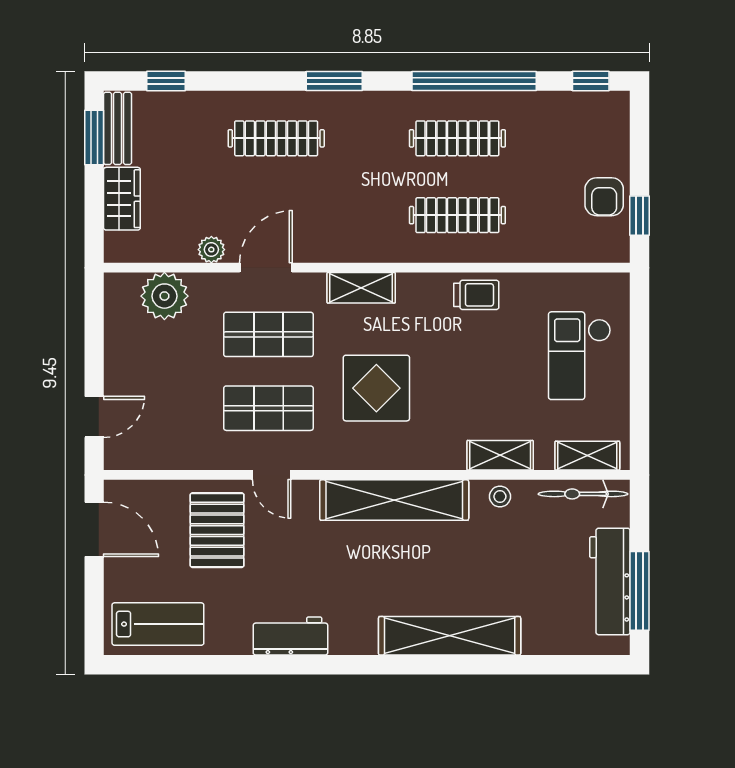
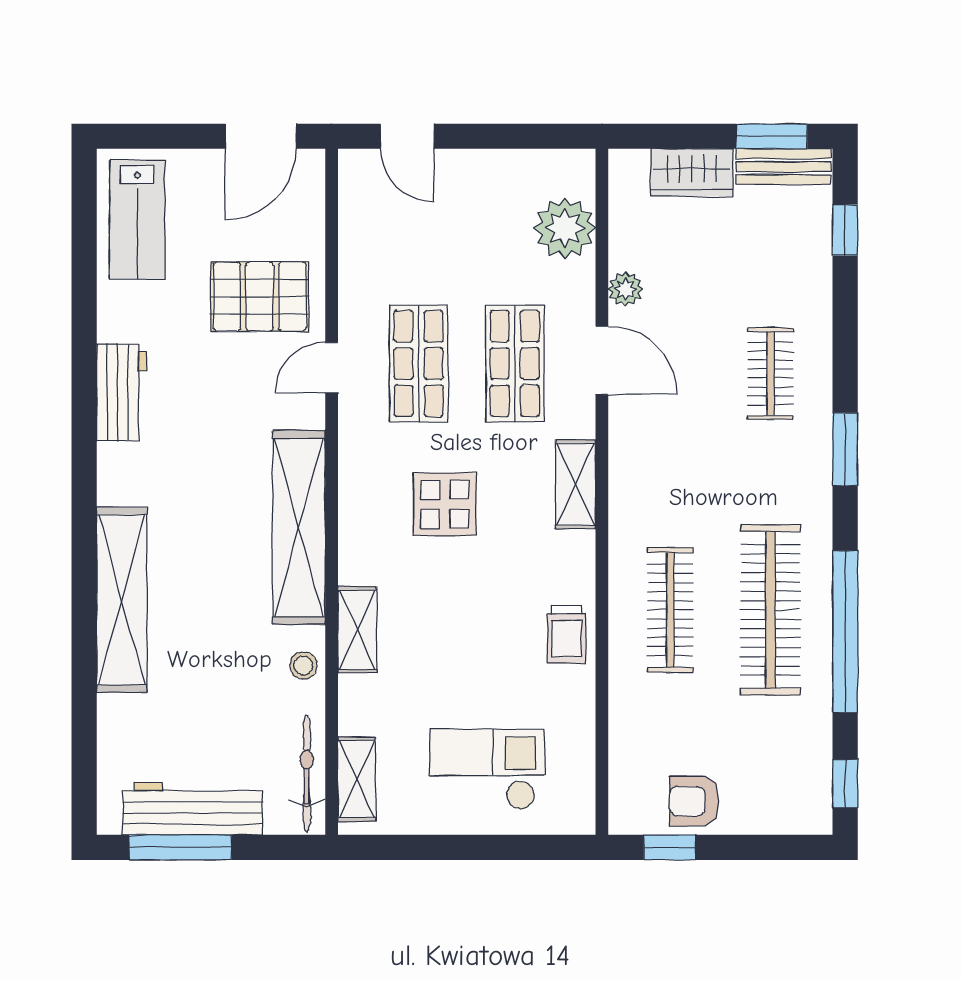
clothes rail: (276, 138) -> (770, 374), width x0.73
clothes rail: (457, 138) -> (770, 610), width x1.37, depth x1.31
display table: (376, 388) -> (445, 504), width x0.73, depth x0.73
shelving: (500, 455) -> (357, 630), moved

